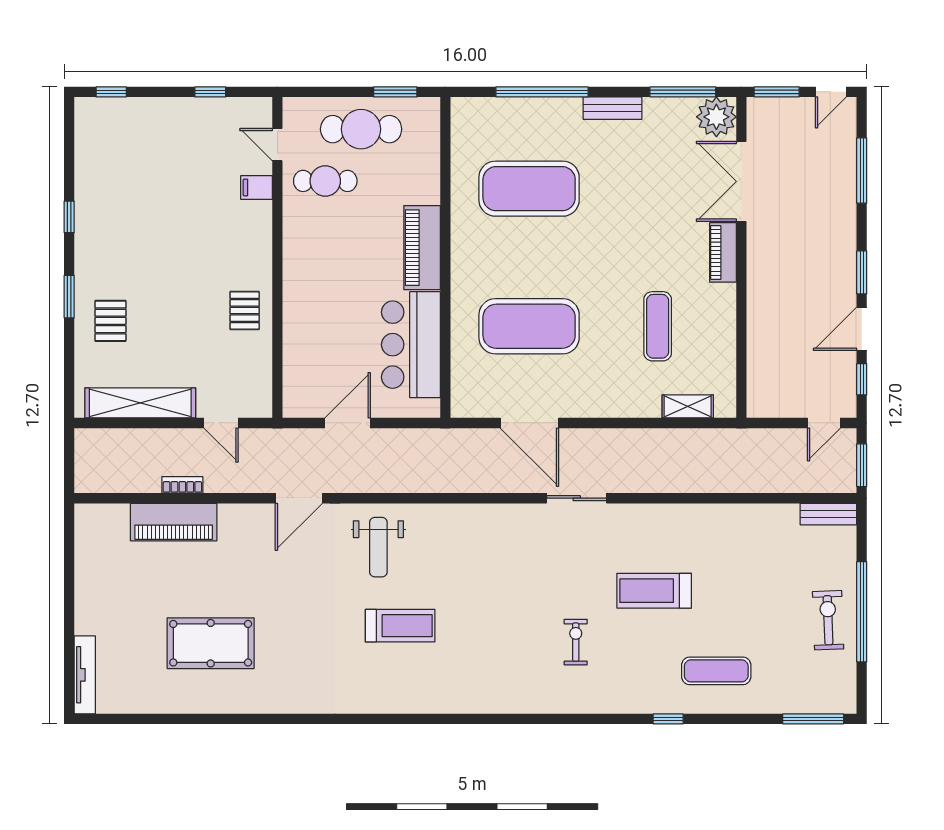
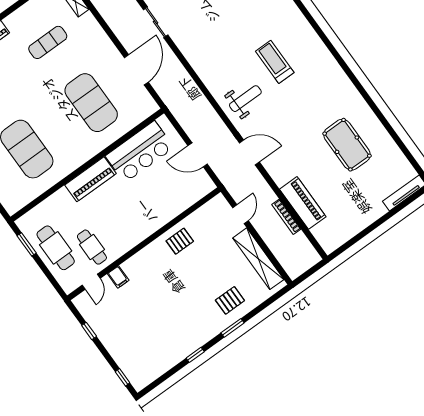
bookcase: (182, 485) -> (286, 217), width x1.56

